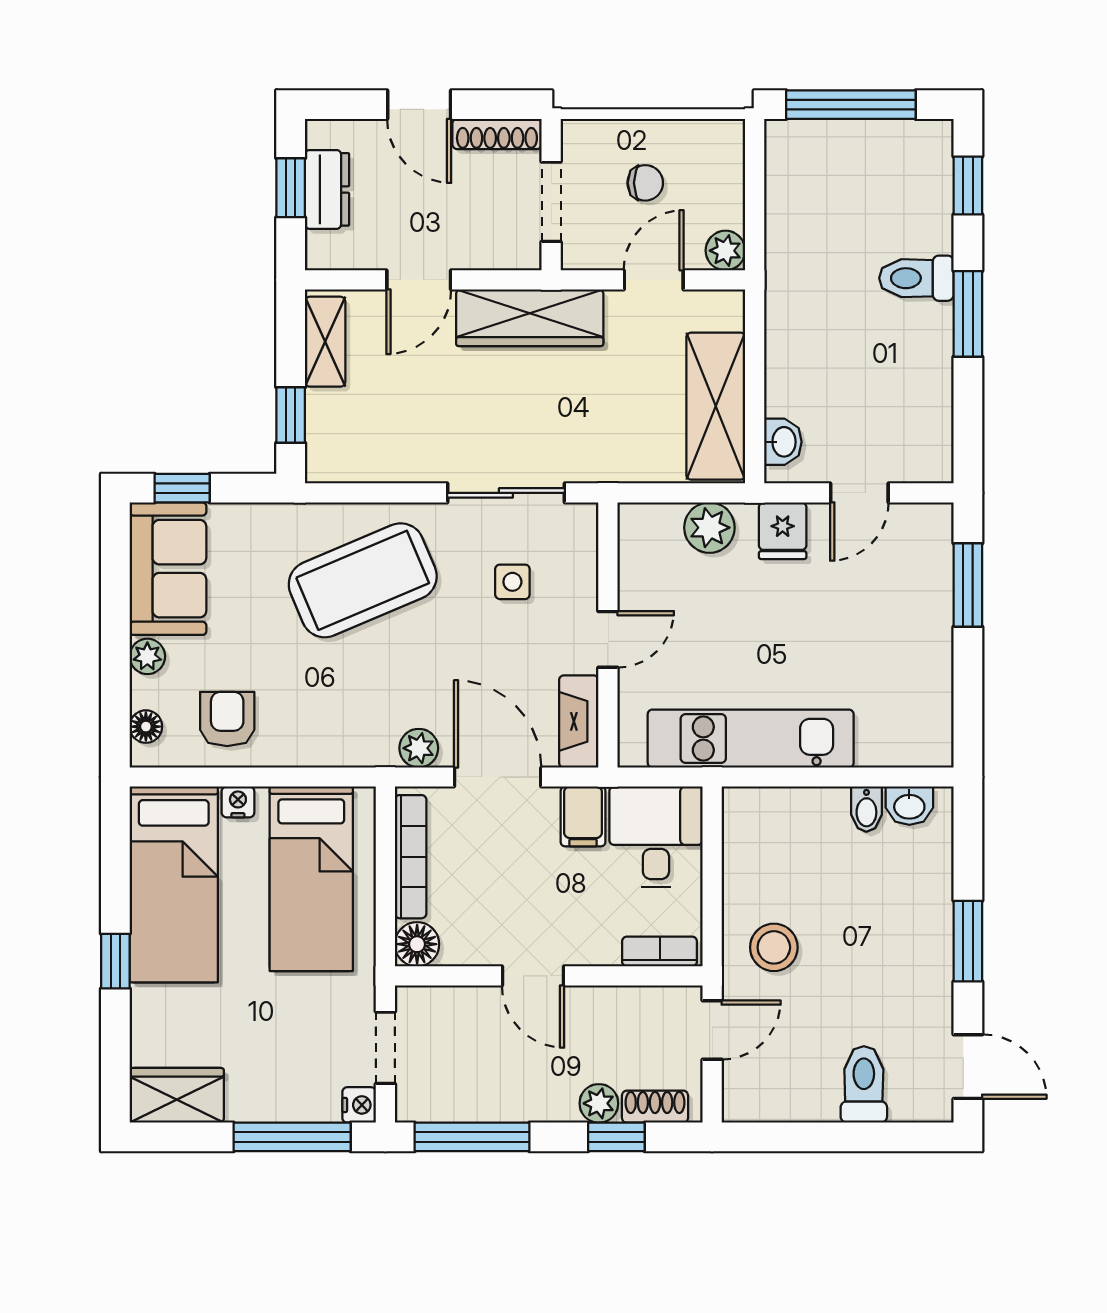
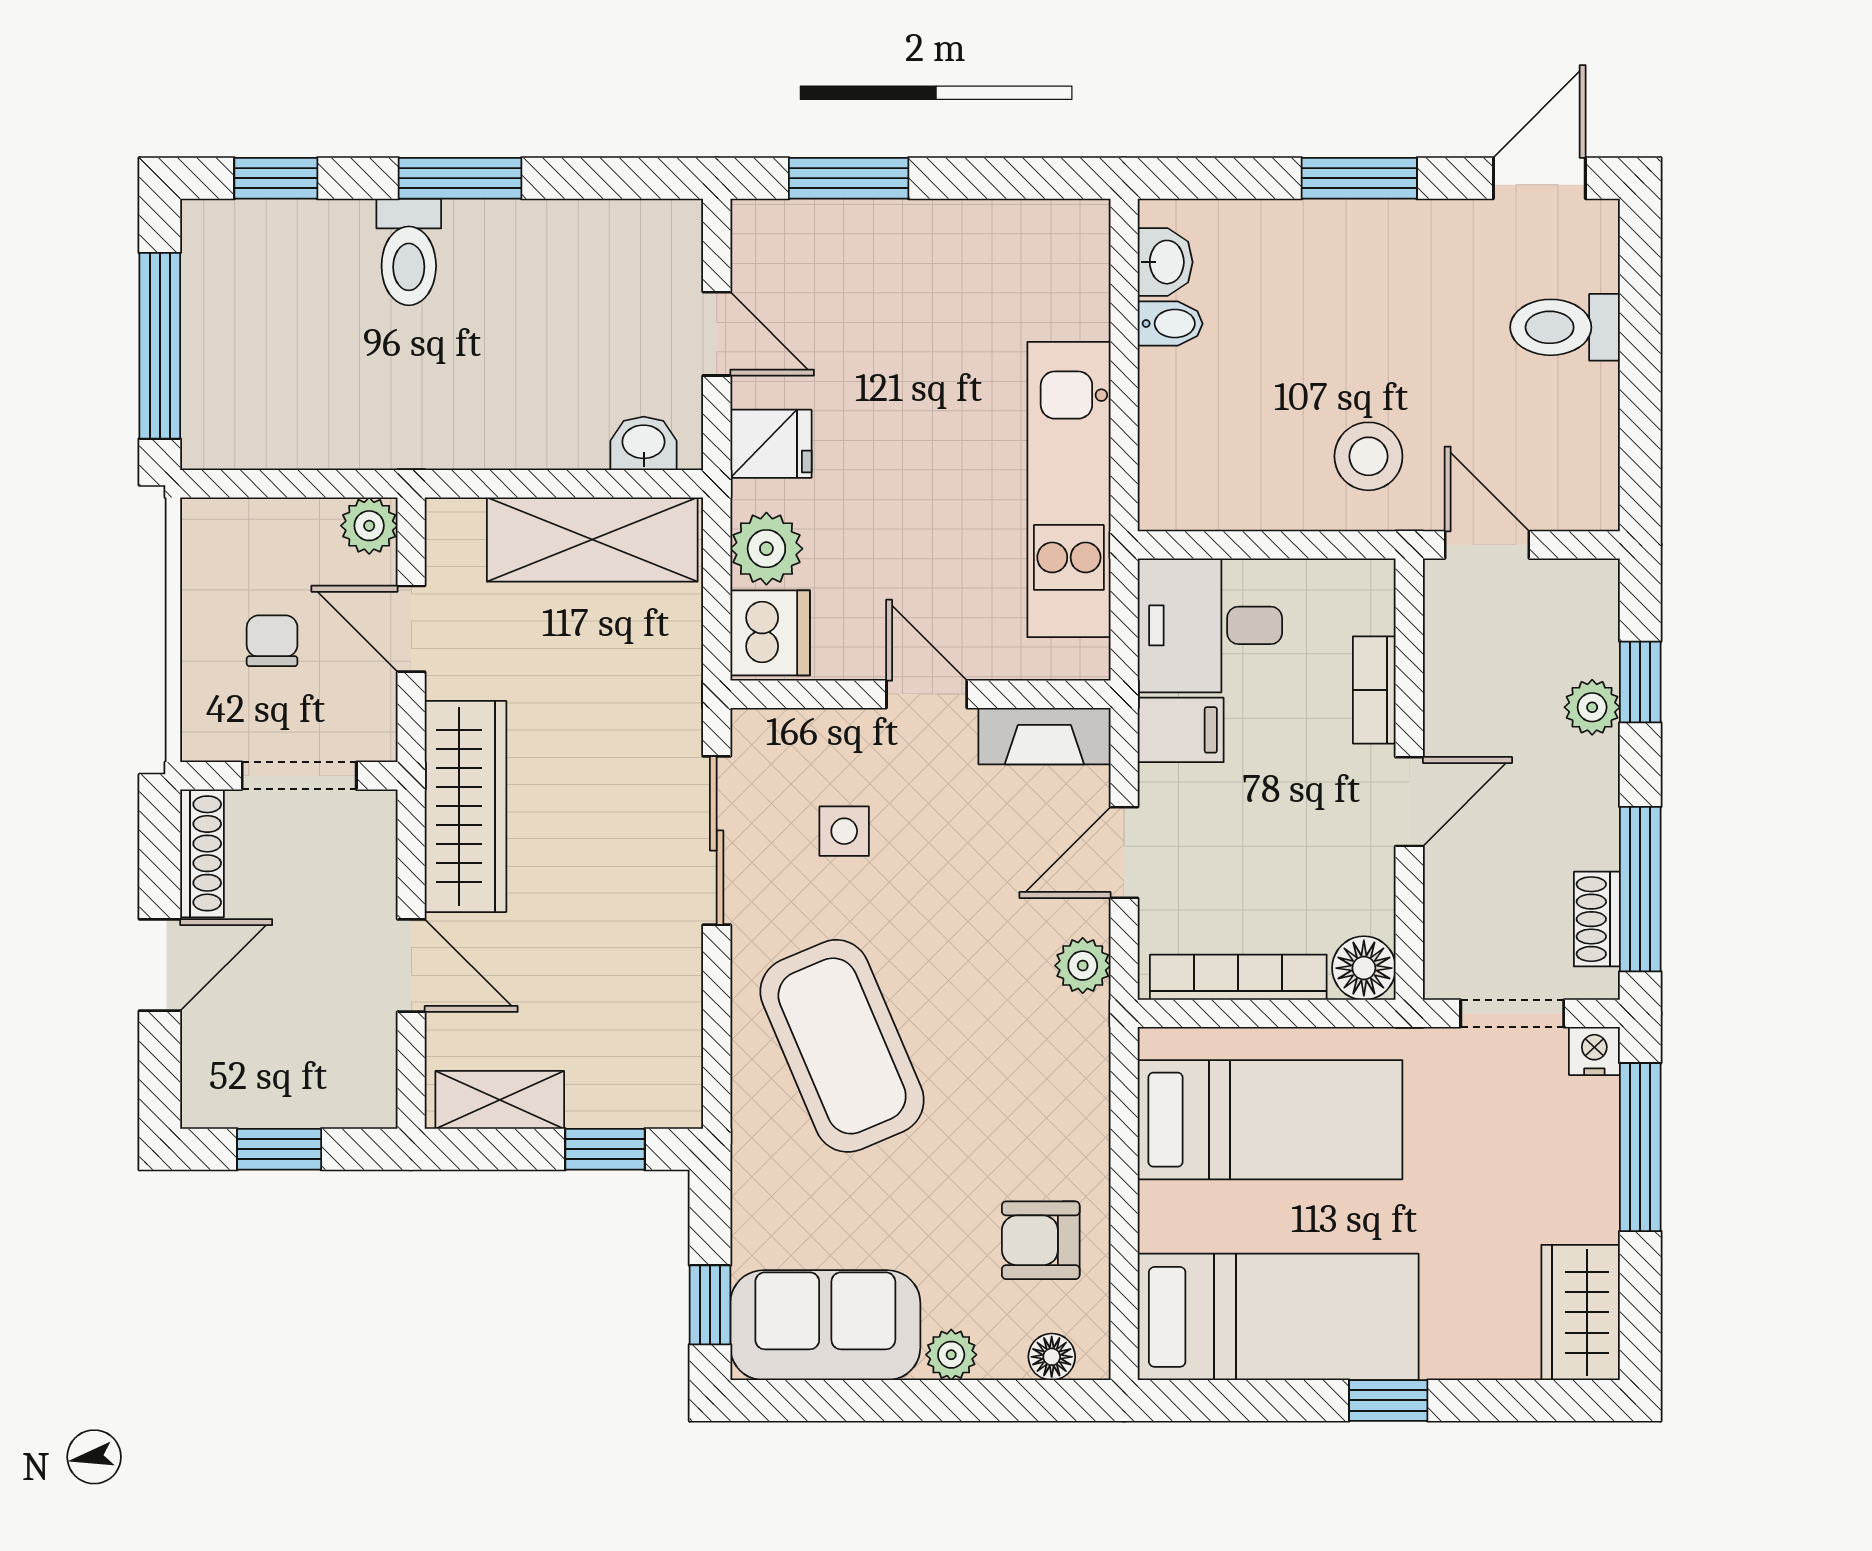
dresser: (327, 189) -> (282, 1097), removed
dishwasher: (651, 530) -> (770, 633), added
door: (498, 777) -> (1124, 852), width x0.73
nightstand: (238, 802) -> (1160, 1225), removed
bookcase: (660, 951) -> (1374, 690), moved
shoe rack: (655, 1107) -> (1597, 919), moved

